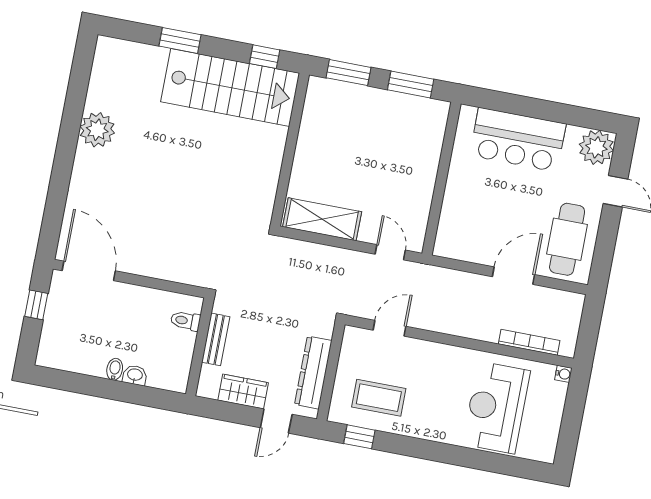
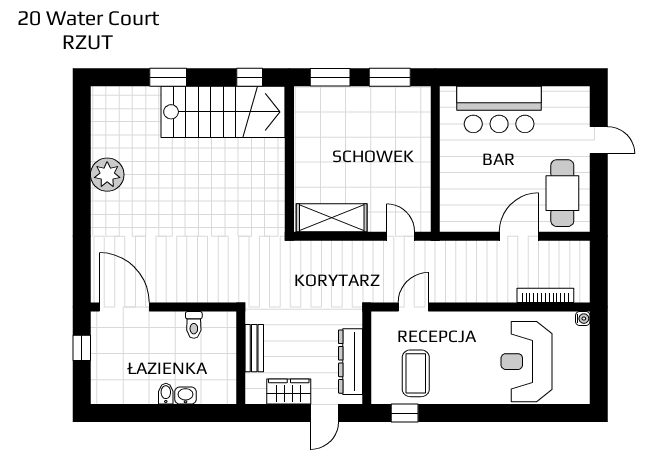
plant: (596, 147) -> (573, 103), removed
toilet: (185, 321) -> (194, 325), moved, turned -90
coffee table: (379, 398) -> (416, 373), turned 90

